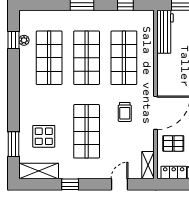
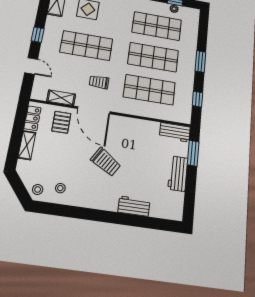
workbench: (165, 32) -> (175, 132), width x0.73
shelving: (148, 165) -> (61, 98), moved
window: (70, 184) -> (38, 35), moved

